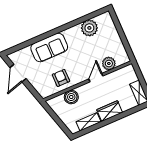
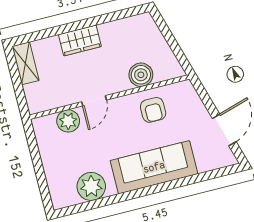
sofa: (49, 47) -> (154, 167), width x1.36
shelving: (88, 122) -> (119, 28), removed

